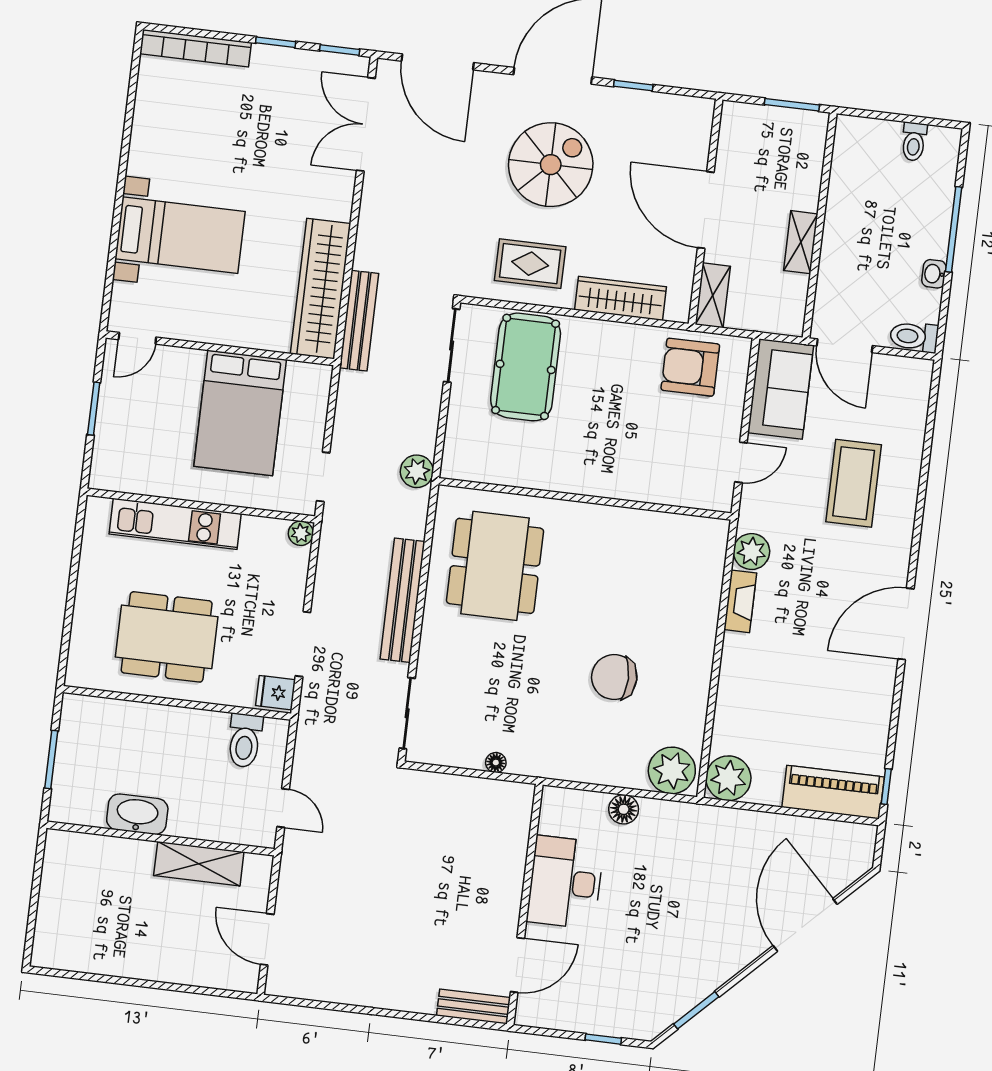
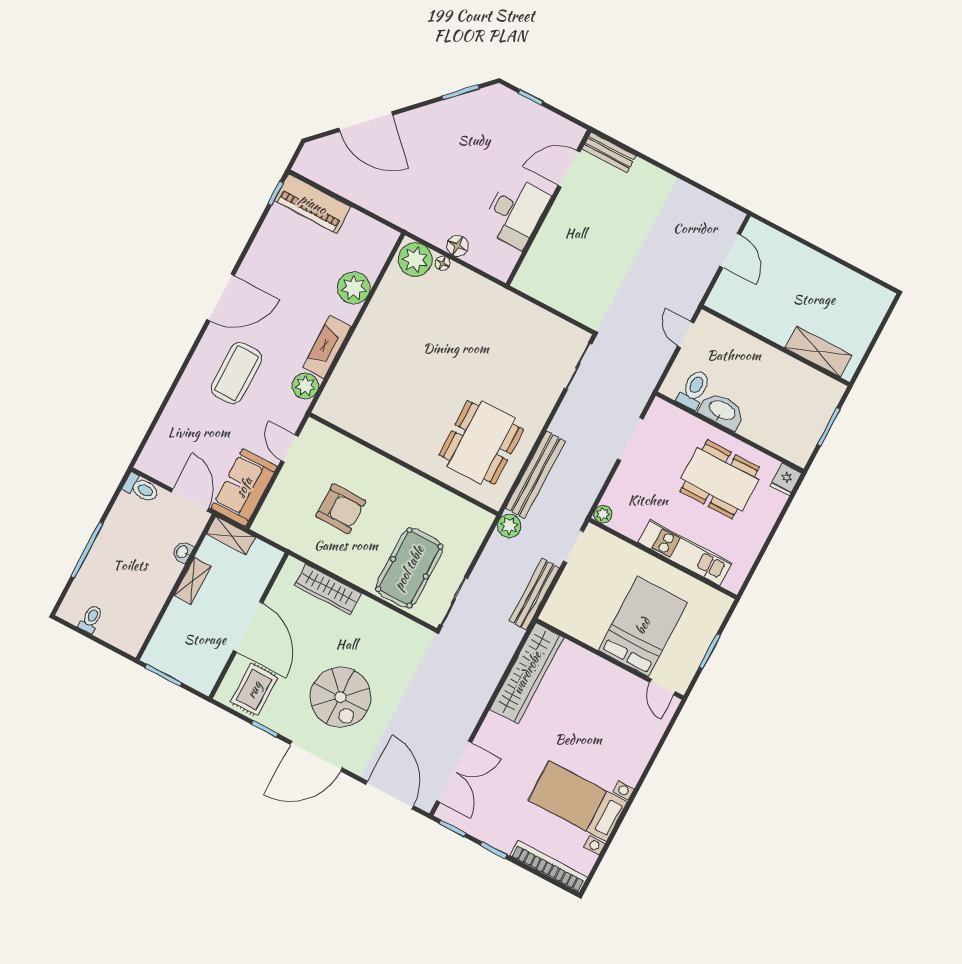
spiral stairs: (551, 165) -> (340, 697), turned -90
bed with nightstands: (180, 235) -> (578, 801), moved
rug: (530, 264) -> (254, 690), moved, turned 90
washbasin: (934, 274) -> (183, 552), moved, turned 180
shelving: (713, 295) -> (231, 536), moved, turned 90
bench: (359, 321) -> (534, 594), moved
door: (137, 338) -> (663, 687), swing flipped
armchair: (690, 367) -> (341, 509), moved
bed: (240, 413) -> (643, 626), moved
door: (741, 462) -> (290, 448), hinge flipped
coffee table: (854, 483) -> (236, 373), moved
bench: (402, 600) -> (535, 475), moved
fireplace: (740, 601) -> (327, 347), width x1.37, depth x1.32
chair: (614, 677) -> (430, 337), removed
fridge: (276, 693) -> (786, 479), moved, turned 90
floor lamp: (496, 763) -> (443, 263), moved
plant: (728, 778) -> (354, 288), moved
washbasin: (137, 814) -> (722, 411), moved, turned 180
shelving: (199, 864) -> (818, 352), moved
door: (805, 925) -> (366, 122), hinge flipped

